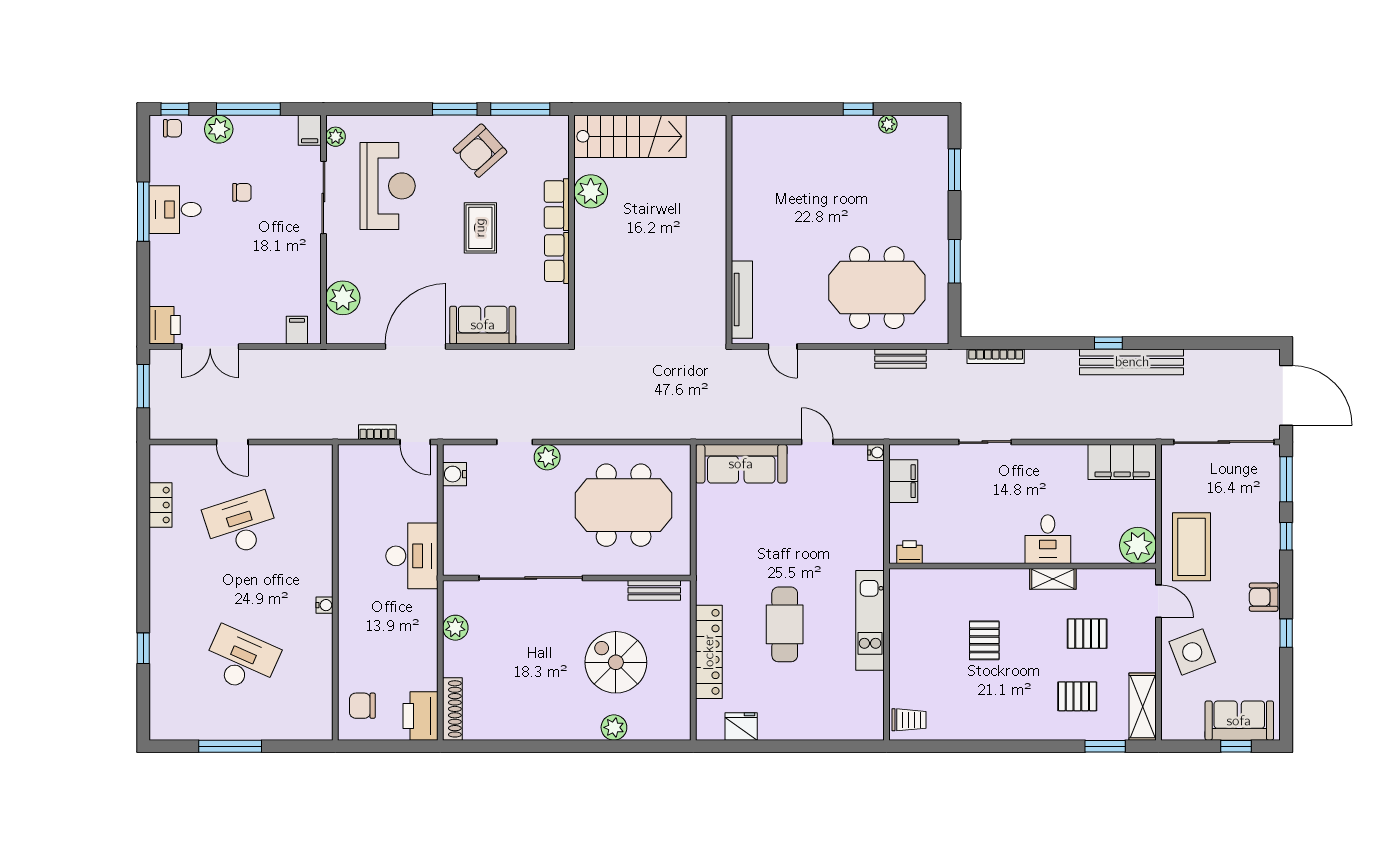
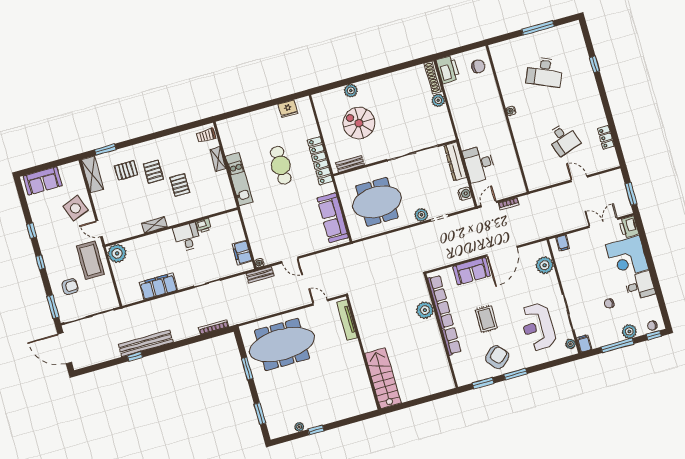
window: (520, 109) -> (483, 383), width x0.69
stairs: (630, 136) -> (383, 378), moved, turned 90
plant: (591, 191) -> (425, 310), moved
window: (143, 212) -> (655, 280), removed
row of seats: (557, 258) -> (441, 302), width x2.02
corner desk: (184, 270) -> (627, 257), added
meeting table: (877, 288) -> (282, 345), width x1.36
window: (1108, 343) -> (135, 356), moved
bench: (900, 359) -> (260, 275), moved
door: (415, 442) -> (489, 204), hinge flipped
filing cabinet: (1122, 462) -> (158, 286), moved
sofa: (741, 464) -> (333, 218), moved, turned -90
desk: (241, 524) -> (563, 139), width x0.73
window: (1286, 536) -> (40, 262), moved
dresser: (456, 539) -> (455, 162), added
desk: (1048, 539) -> (187, 237), moved
printer: (909, 552) -> (204, 225), moved
desk: (412, 556) -> (479, 164), moved
armchair: (1264, 597) -> (70, 287), moved
plant: (455, 628) -> (438, 100), moved
pallet: (1087, 634) -> (153, 172), moved, turned 90
locker: (709, 652) -> (320, 161), moved
spiral stairs: (616, 662) -> (359, 123), turned 180
shelving: (899, 669) -> (218, 159), added
window: (1236, 746) -> (41, 168), removed

